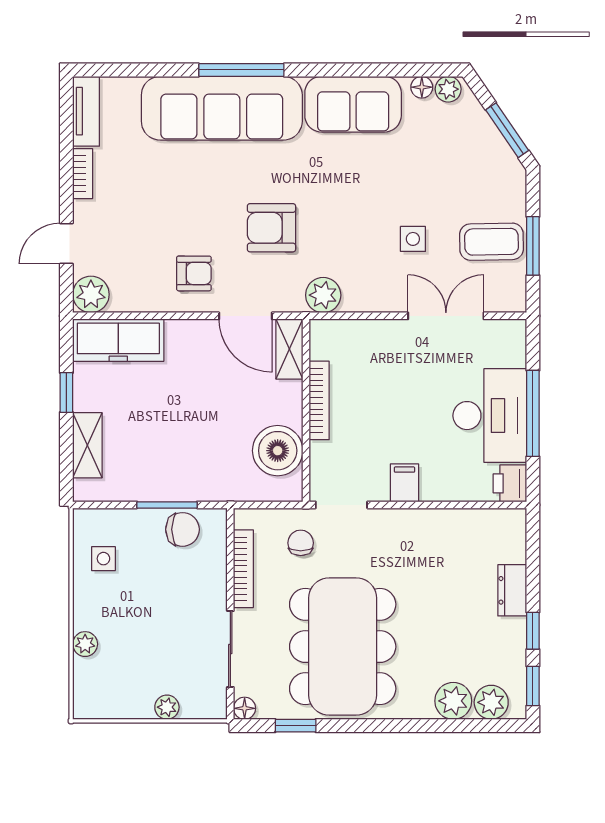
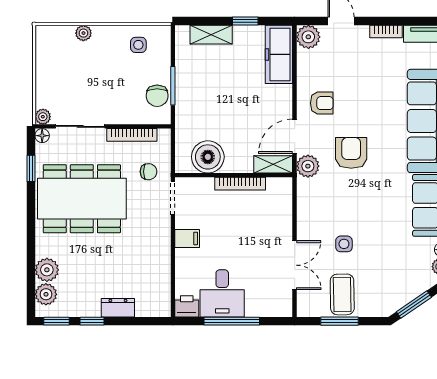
armchair: (194, 273) -> (322, 103), turned -90
plant: (323, 295) -> (308, 166), moved
desk: (490, 416) -> (222, 293), width x0.73
plant: (167, 707) -> (43, 117), moved

